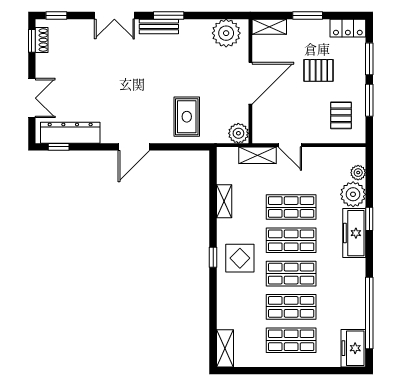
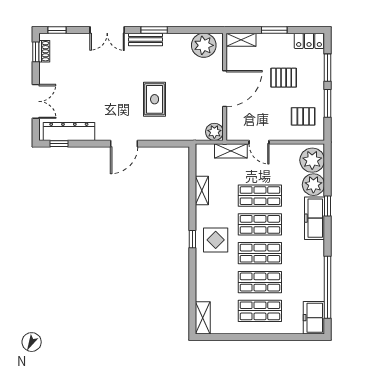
pallet: (341, 115) -> (303, 116), turned 90
rug: (187, 117) -> (155, 99), moved
plant: (358, 173) -> (312, 160), width x1.88, depth x1.88

